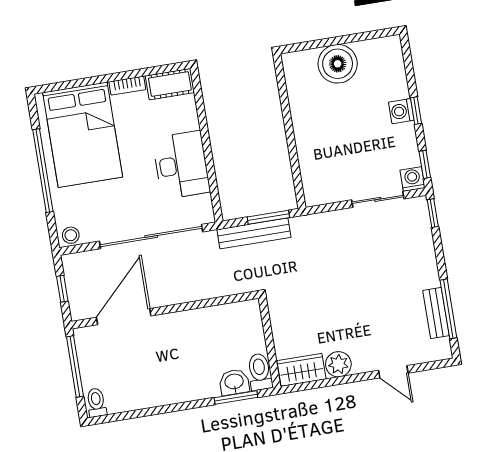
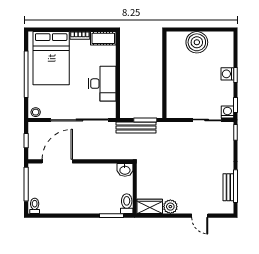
washbasin: (234, 382) -> (125, 170), moved, turned 180

